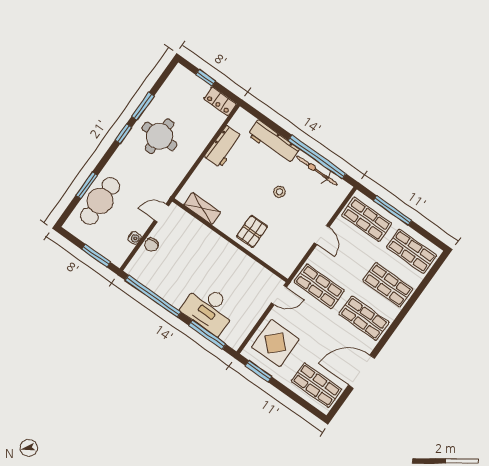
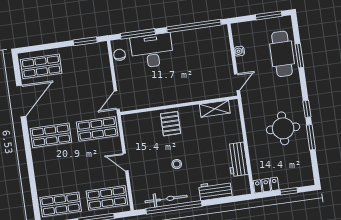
workbench: (274, 142) -> (215, 191), width x0.73
chair: (152, 245) -> (120, 55), moved
window: (96, 256) -> (269, 15), moved
shop shelf: (388, 285) -> (56, 170), removed
display table: (275, 343) -> (91, 68), removed

